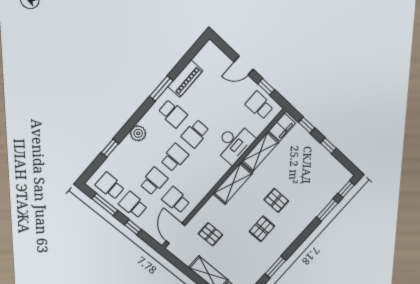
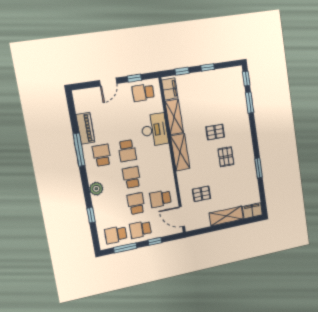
window: (161, 89) -> (79, 150), width x1.44
school desk: (173, 114) -> (102, 155), turned -90

